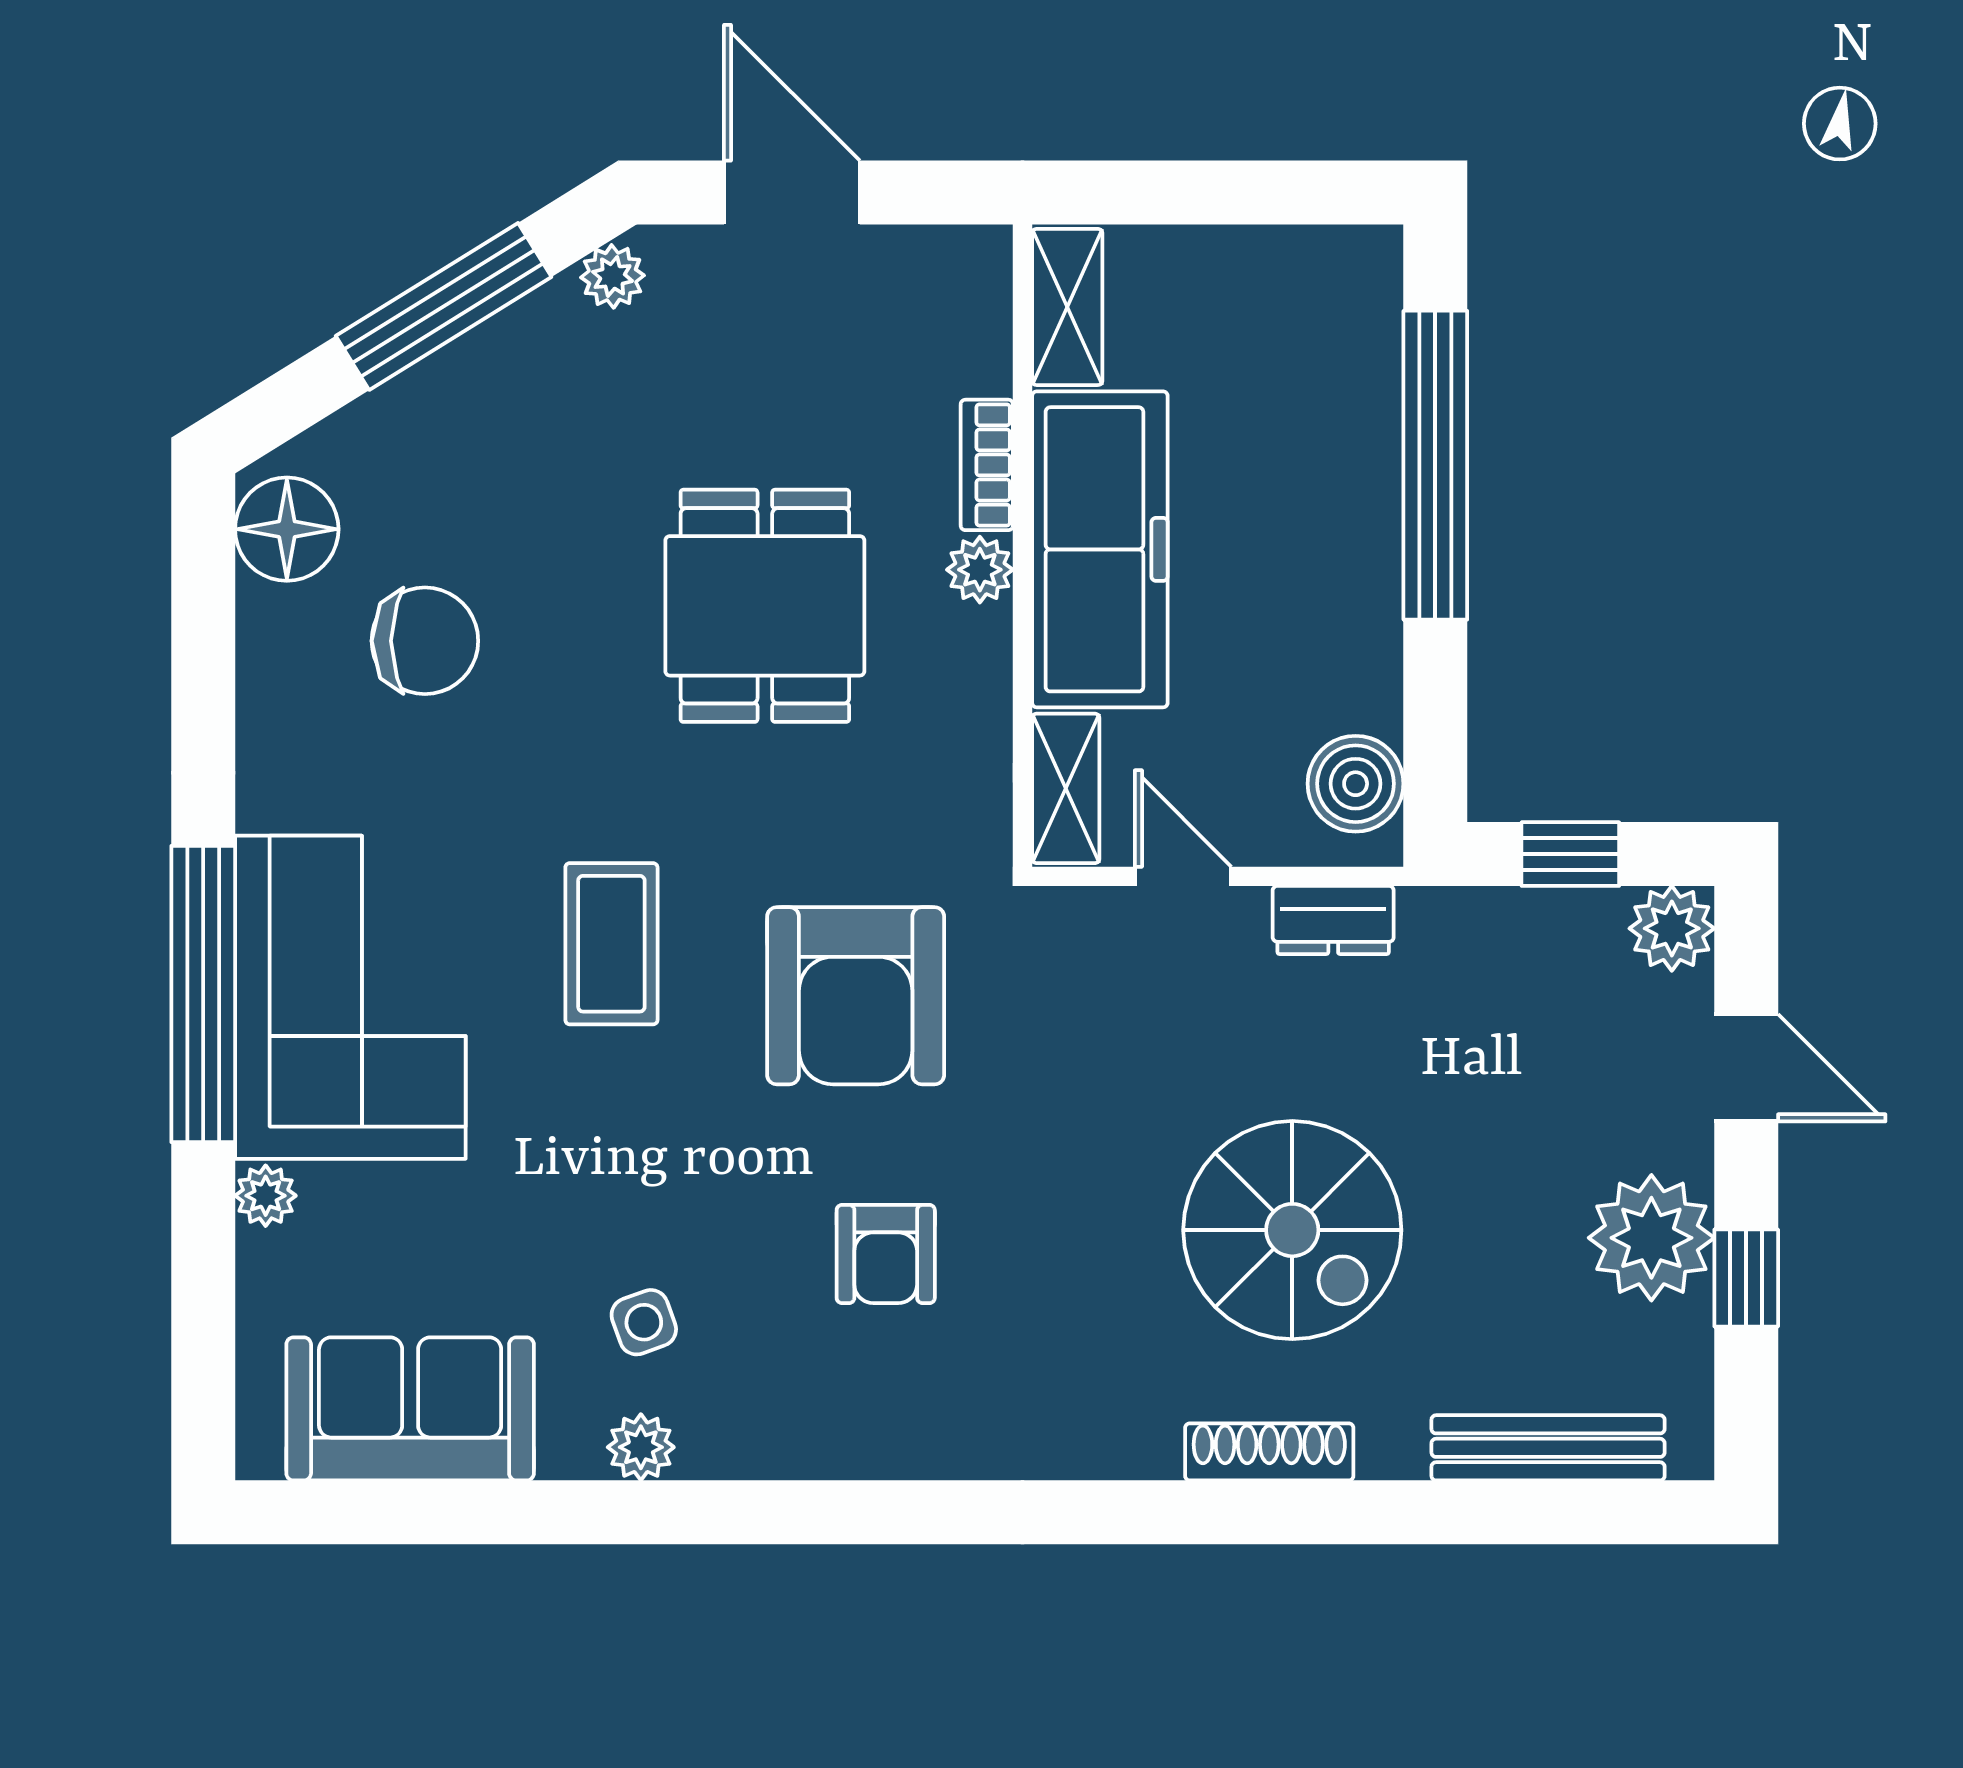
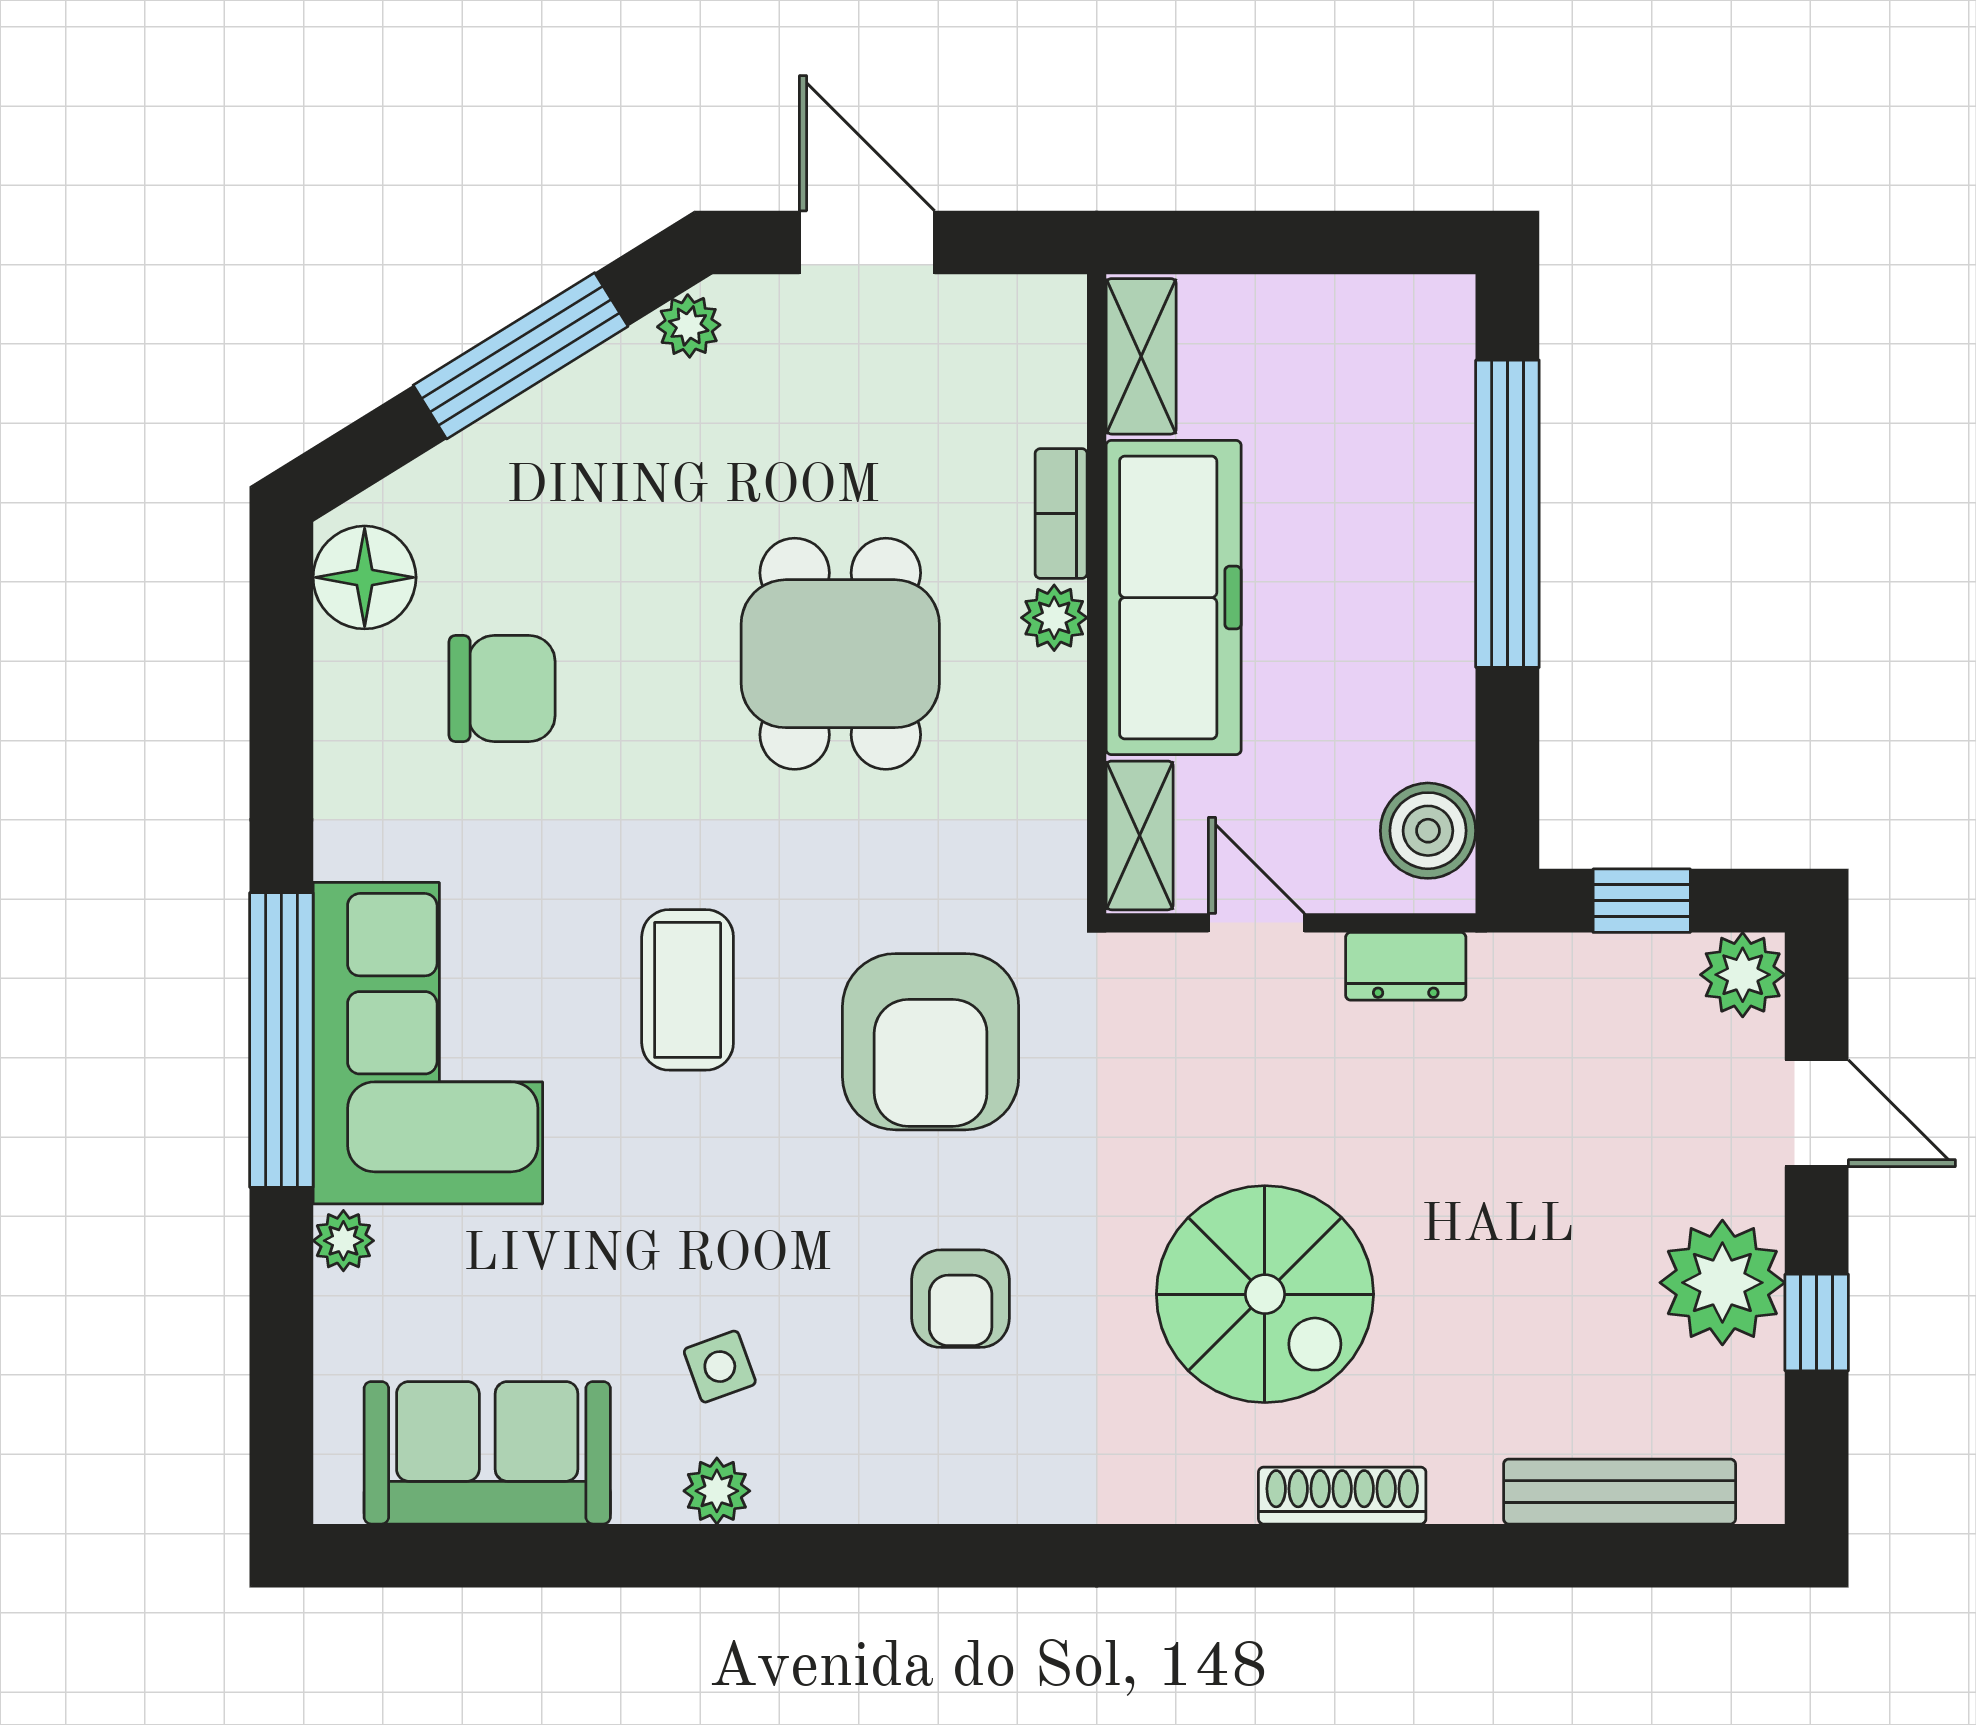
spiral stairs: (1292, 1230) -> (1265, 1294), moved

